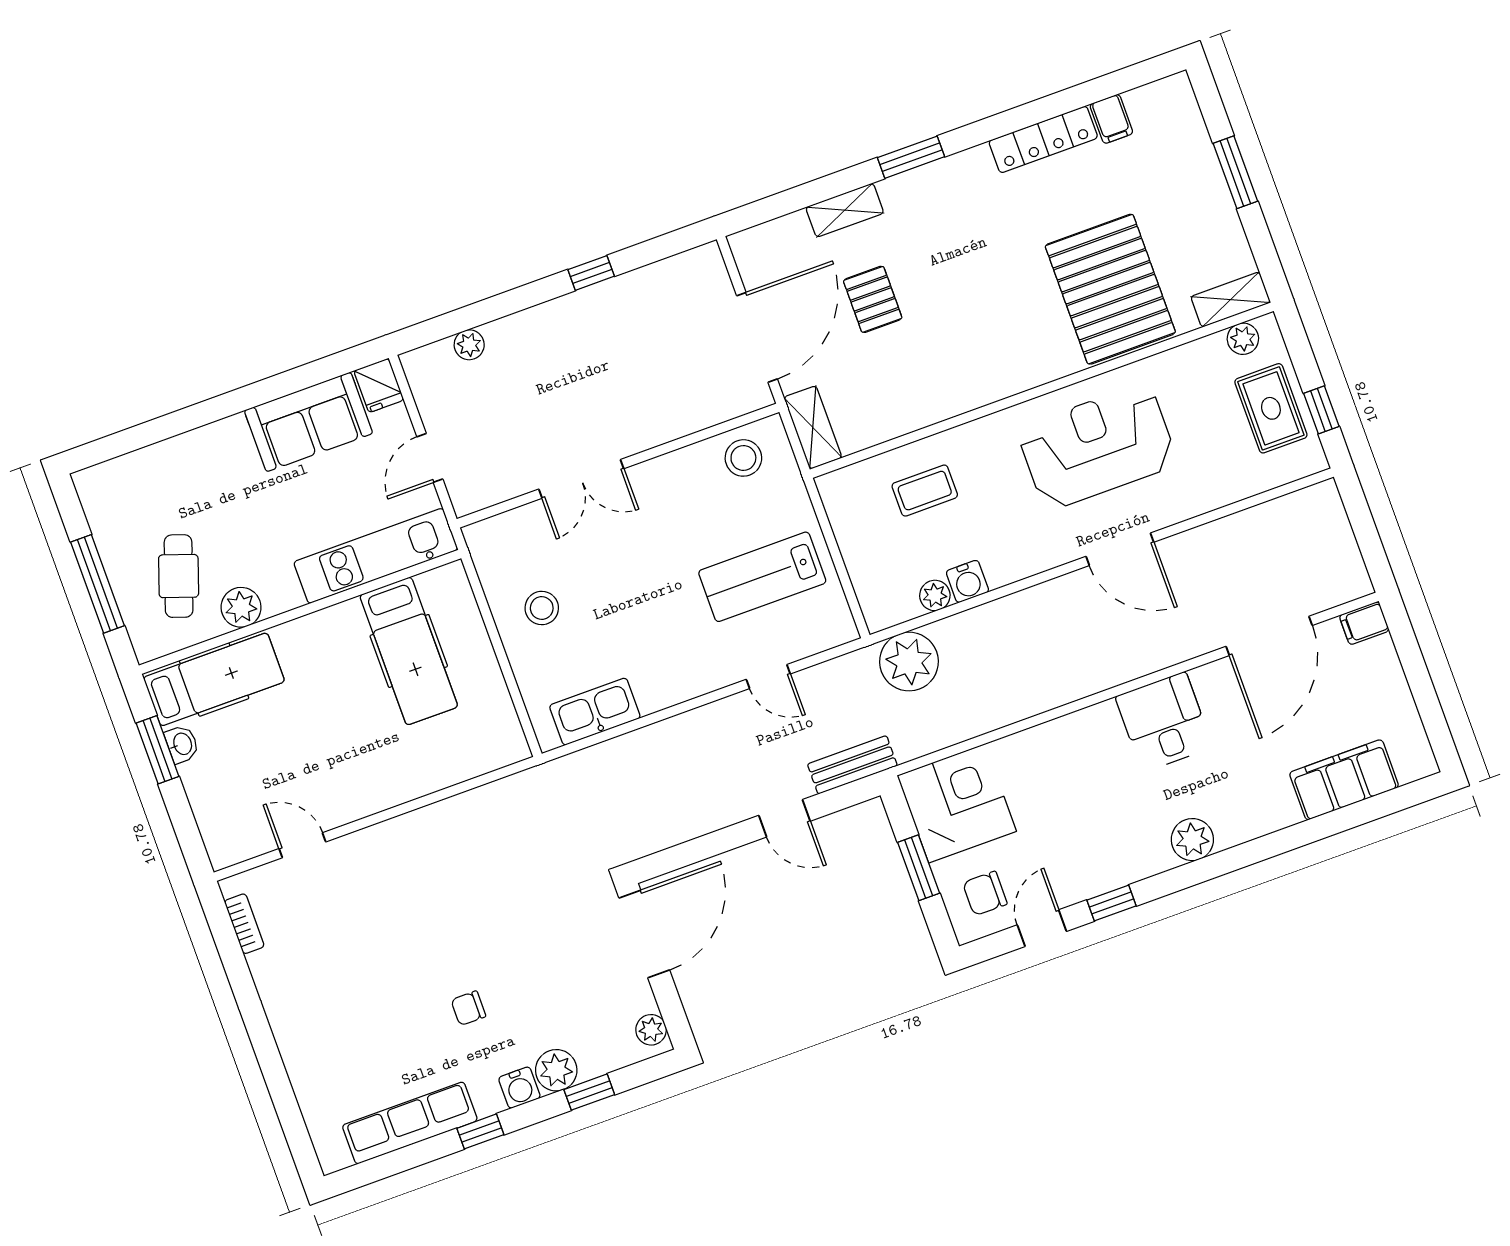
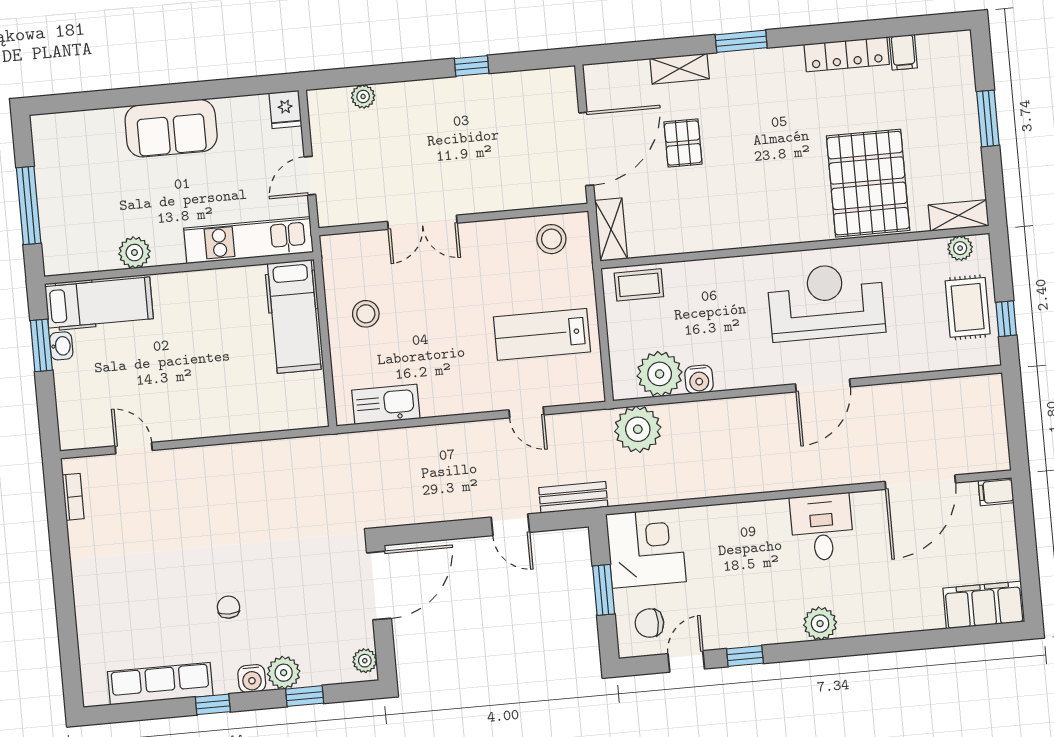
sofa: (309, 422) -> (171, 128), moved
coffee table: (925, 491) -> (639, 285), moved
door: (1120, 549) -> (823, 385), hinge flipped
cafe table: (179, 576) -> (93, 216), removed
plant: (935, 595) -> (660, 374), width x1.87, depth x1.87
hospital bed: (409, 651) -> (294, 316), moved
filing cabinet: (1344, 780) -> (984, 605), moved
chair: (468, 1008) -> (228, 607), turned 90

